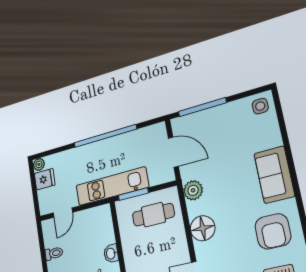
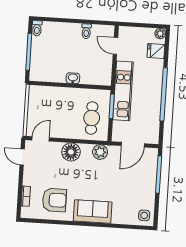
fridge: (45, 179) -> (156, 51), moved, turned 90
armchair: (273, 231) -> (54, 200), turned 180

